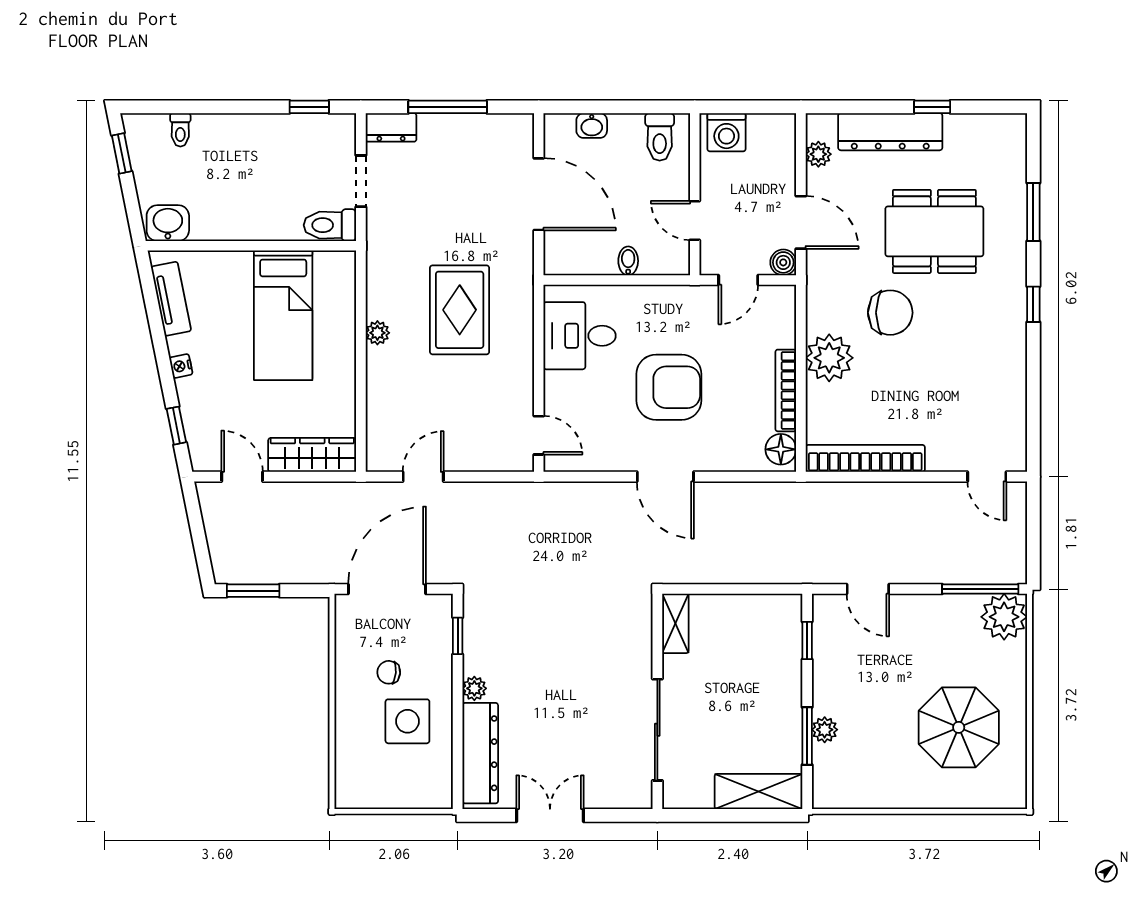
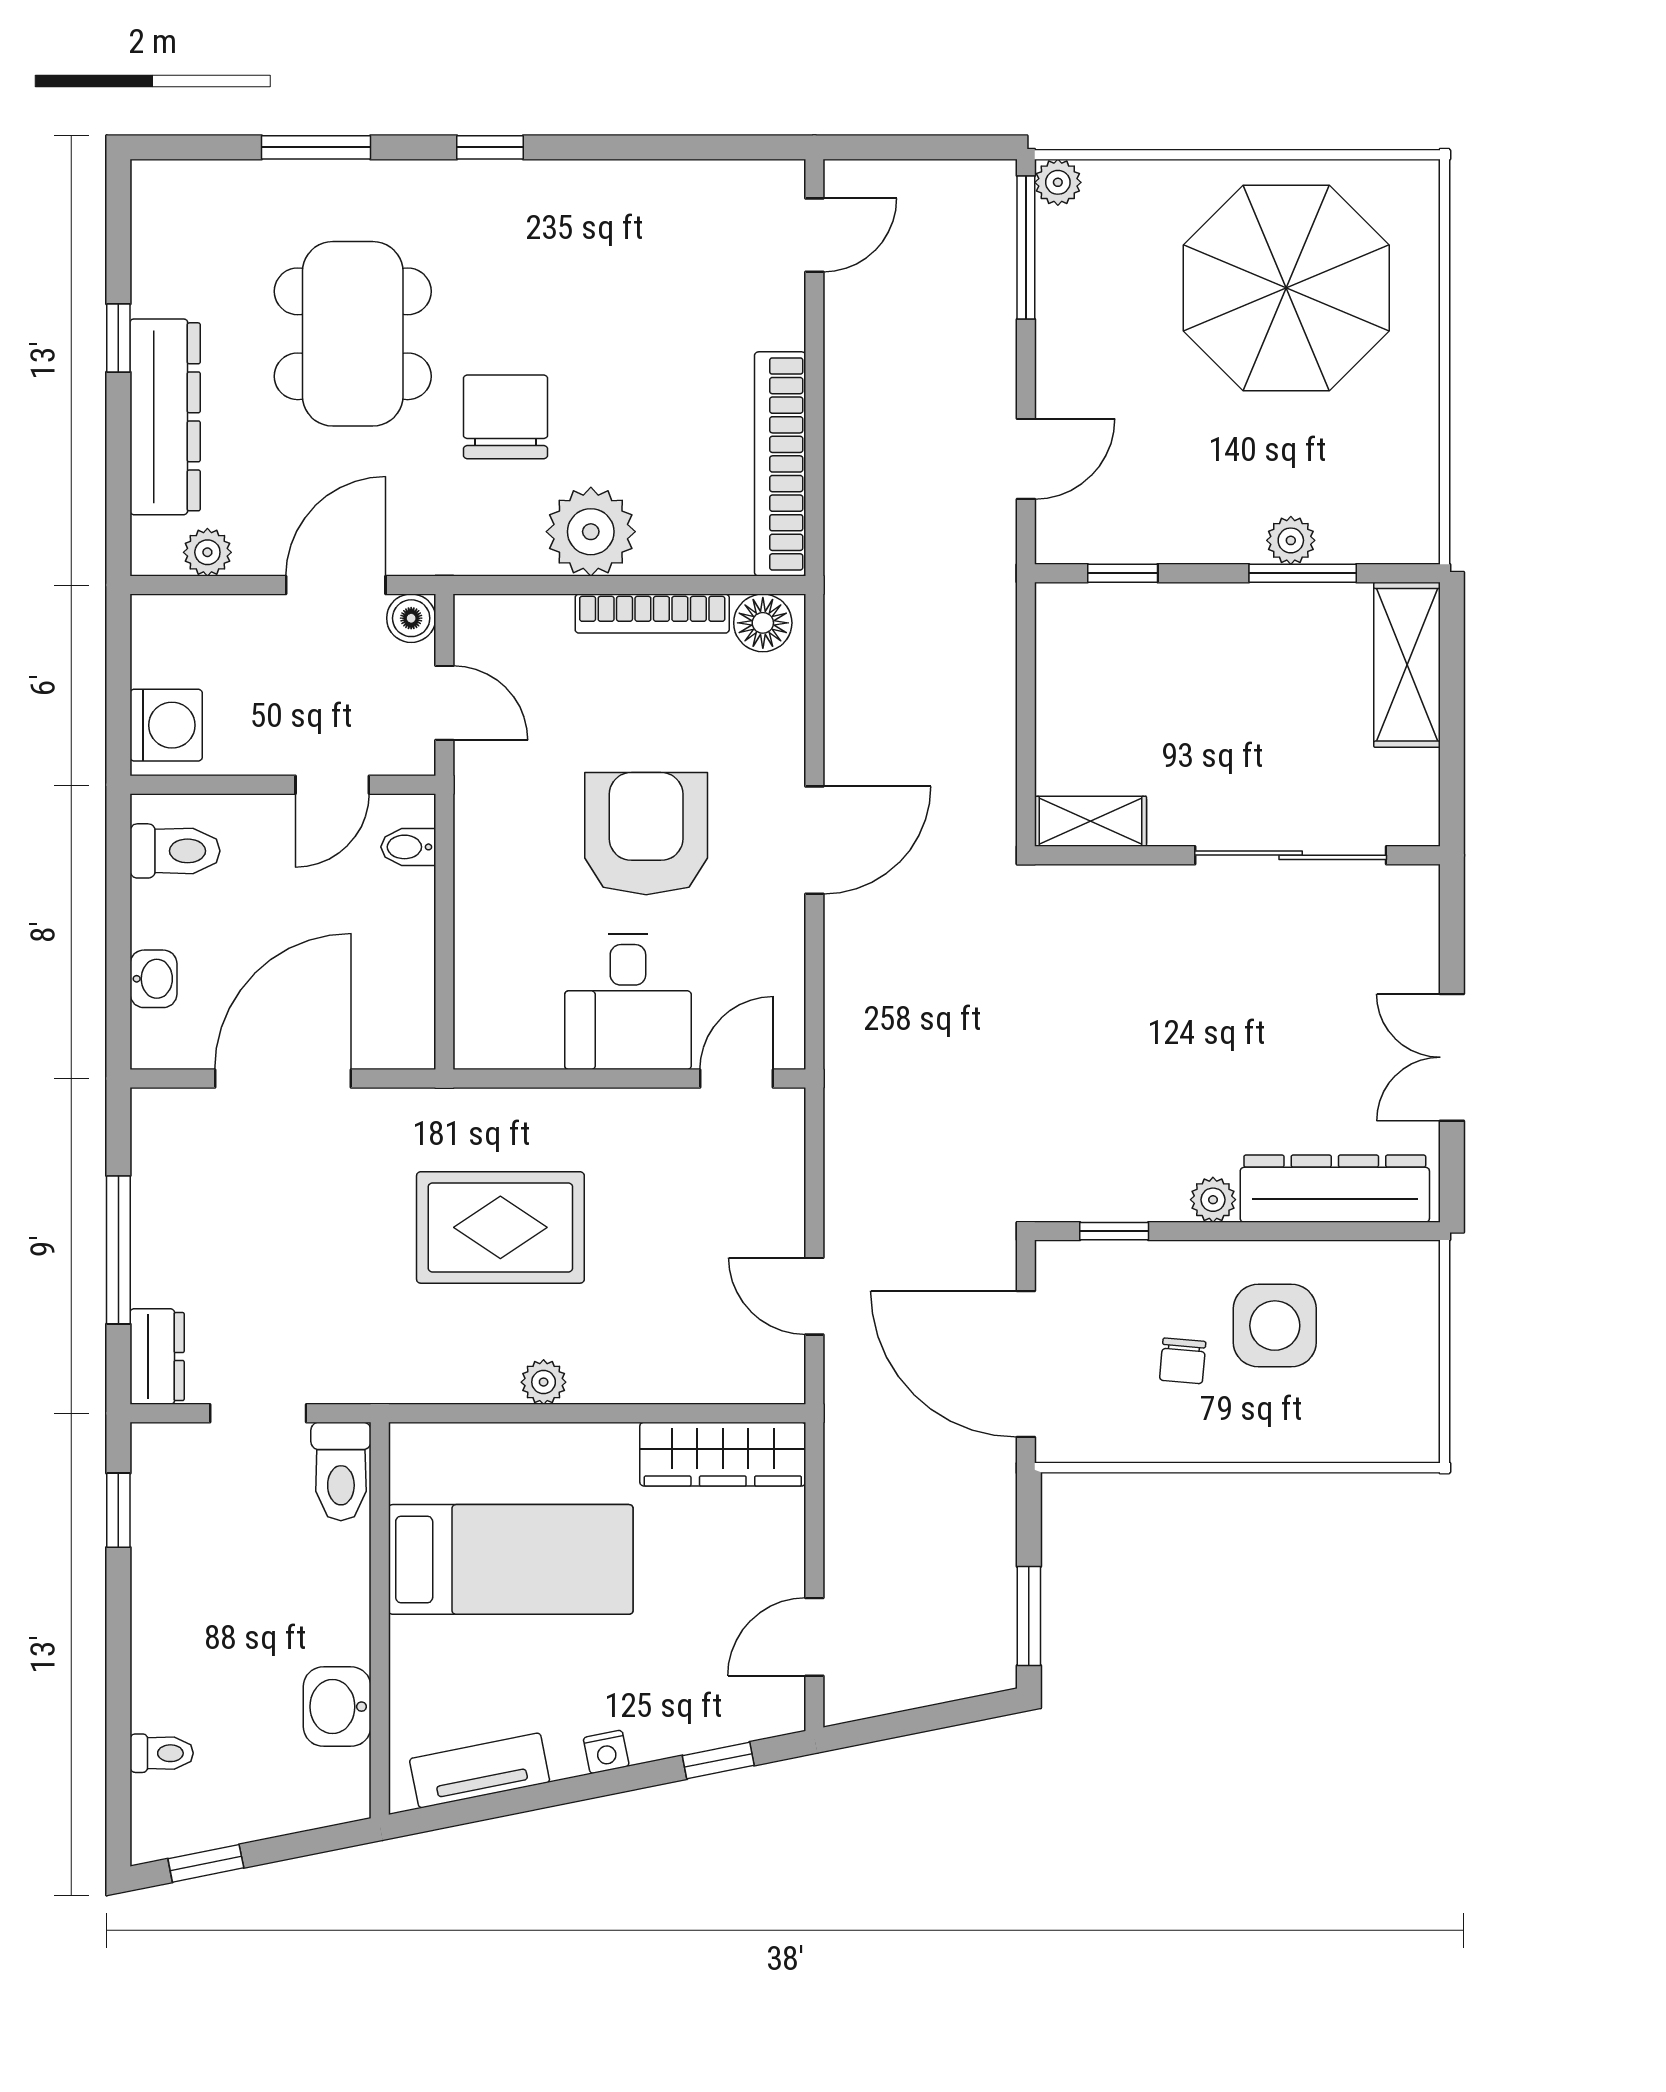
washbasin: (168, 223) -> (337, 1707), moved
bidet: (628, 261) -> (408, 847), moved
desk: (580, 336) -> (628, 1002), moved
wardrobe: (312, 455) -> (723, 1454), moved, turned -90
plant: (1004, 617) -> (1058, 182), width x0.53, depth x0.53
parasol: (959, 727) -> (1286, 288), width x1.36, depth x1.36

